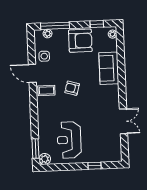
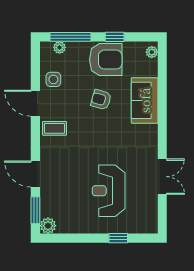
window: (97, 24) -> (115, 37), moved
armchair: (72, 88) -> (101, 100), moved
door: (34, 123) -> (35, 174), added
reception desk: (69, 140) -> (109, 191), moved

